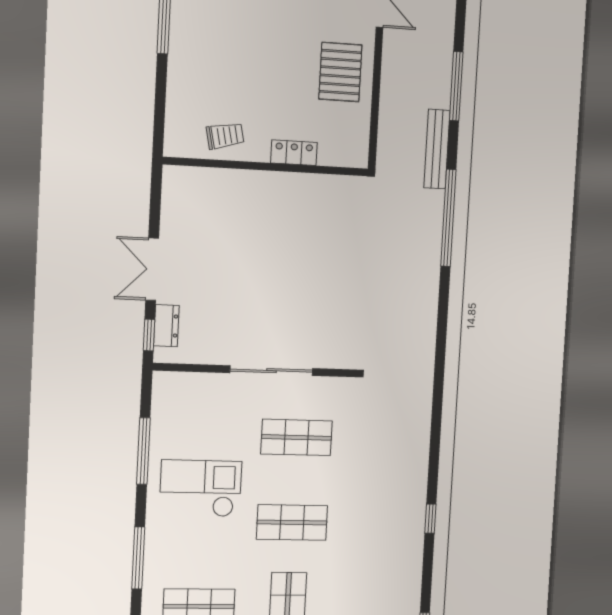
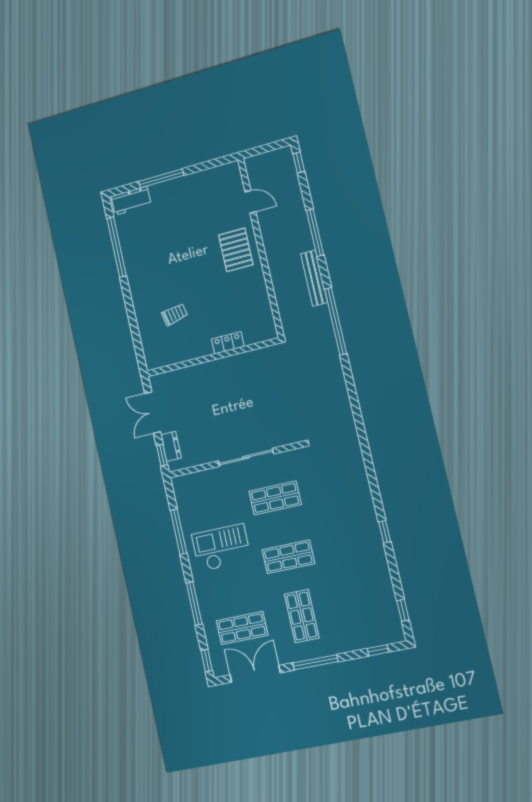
locker: (294, 153) -> (228, 343), moved
wall: (266, 167) -> (213, 357), moved

